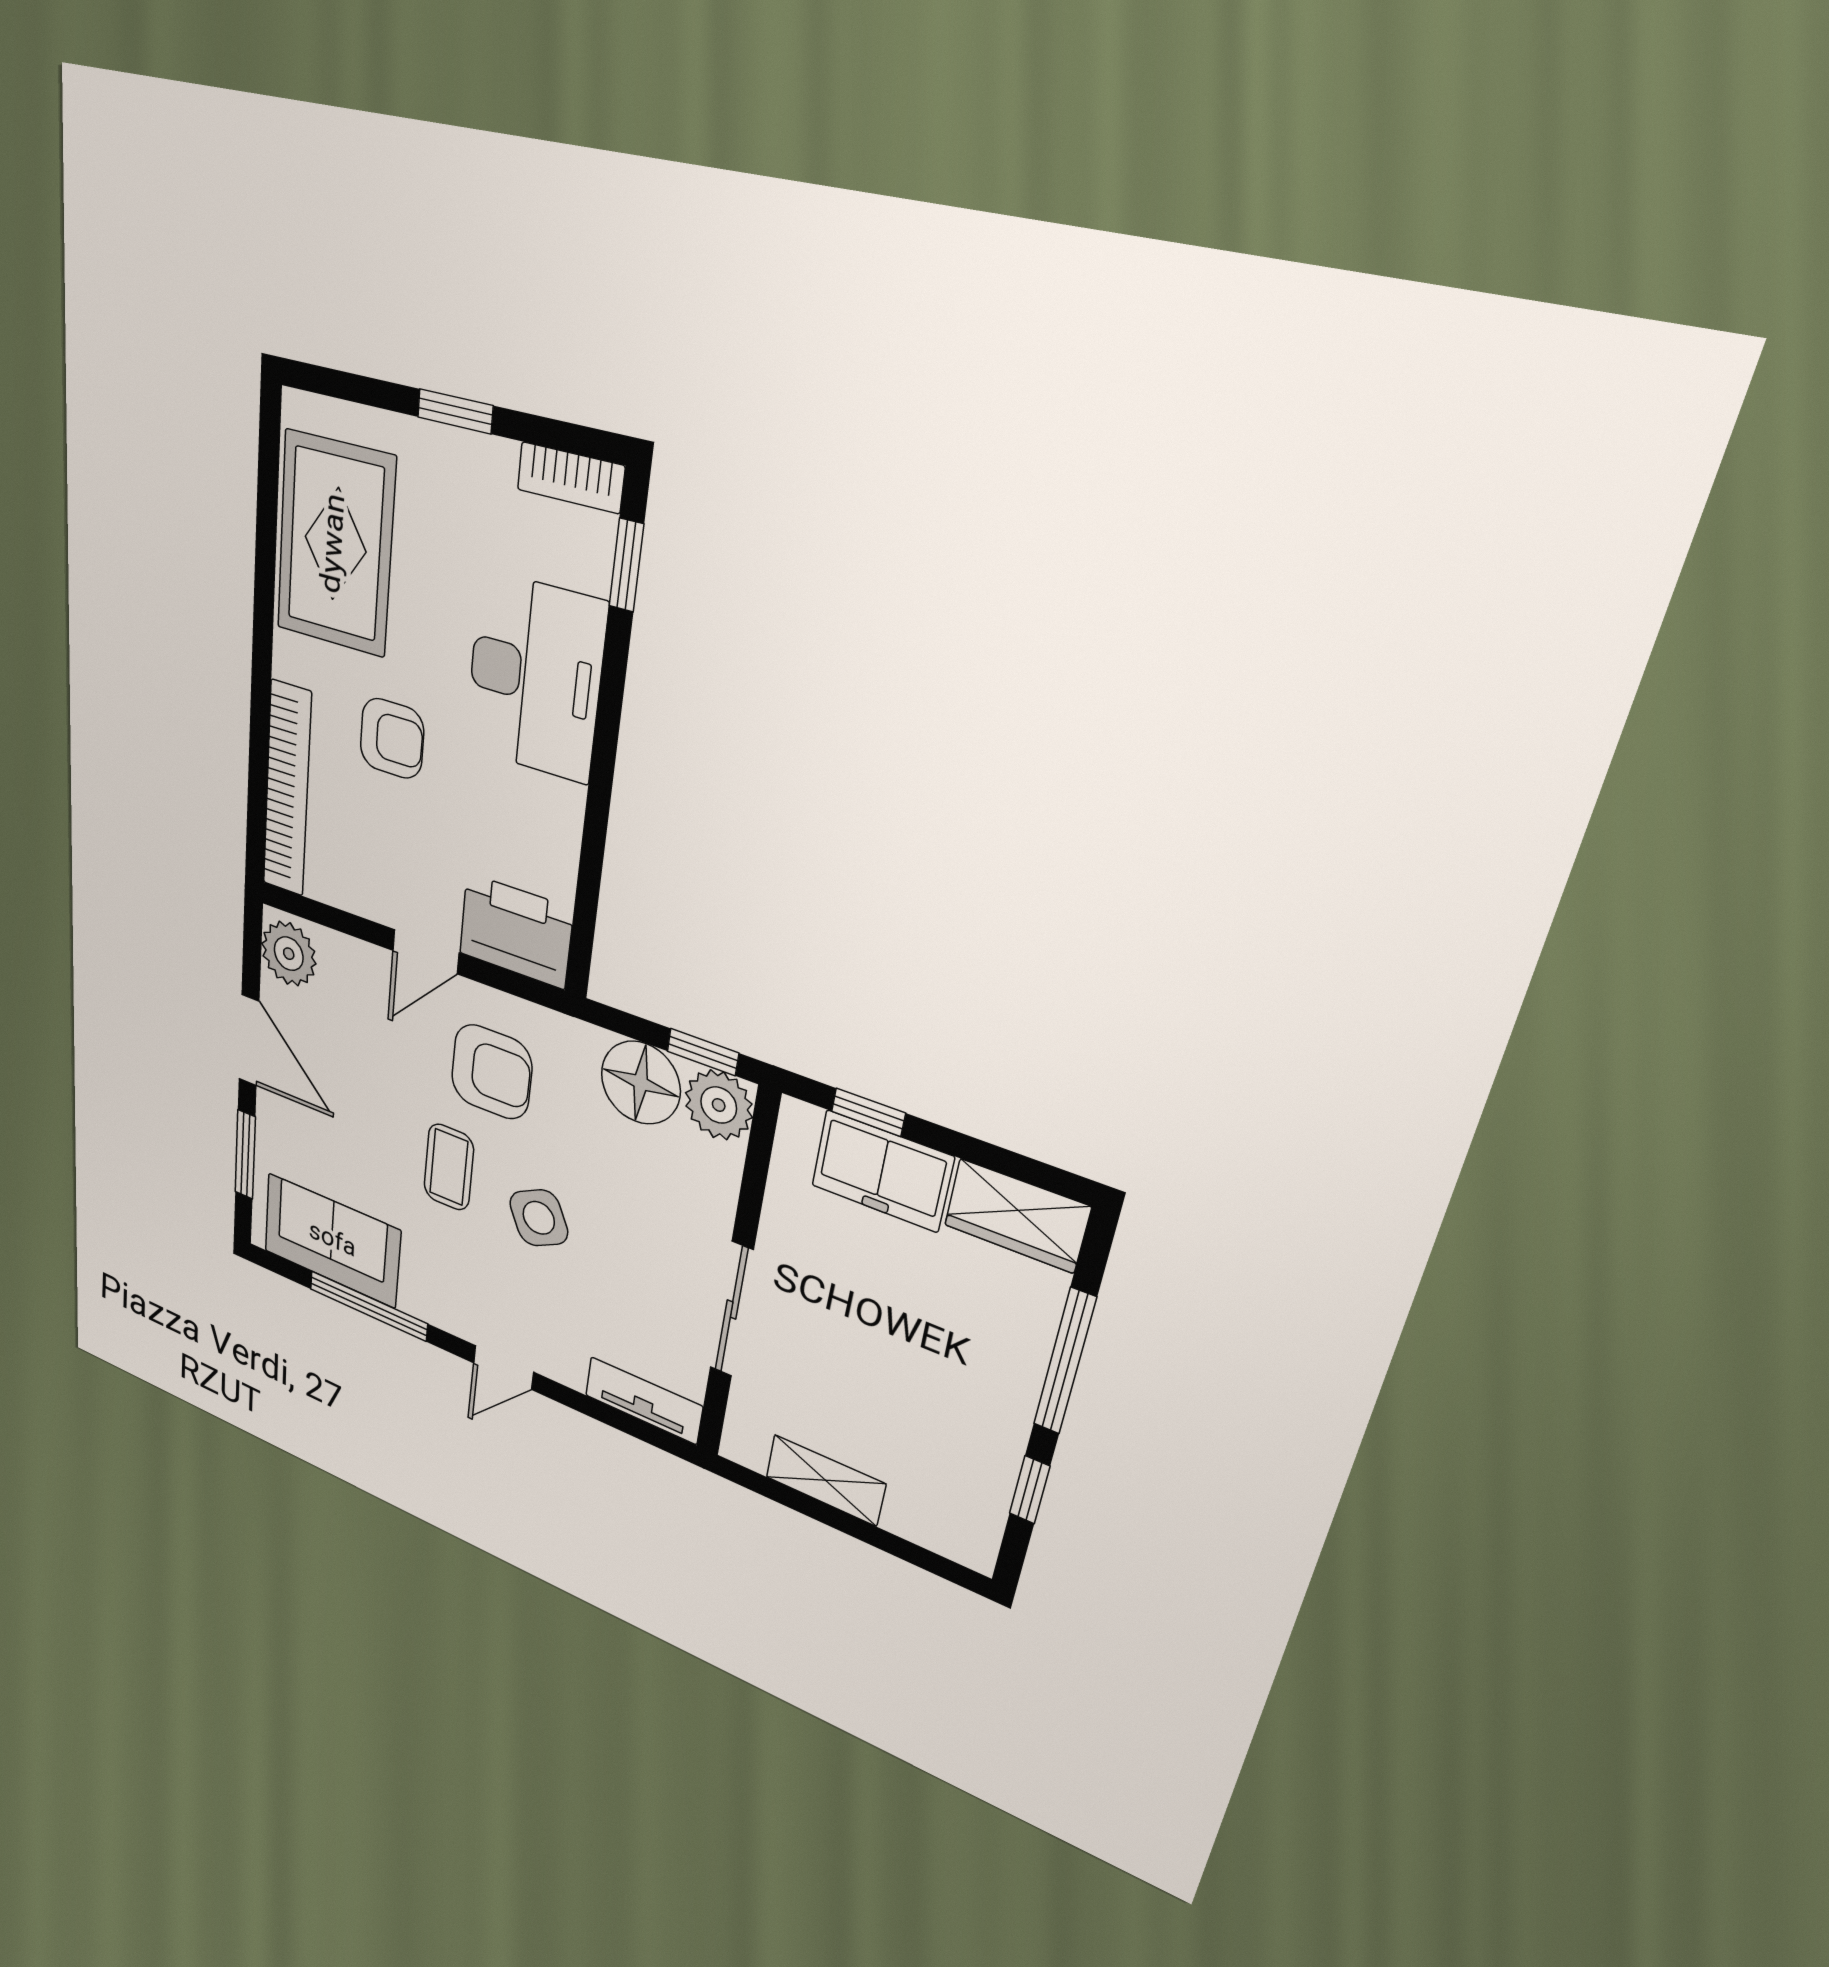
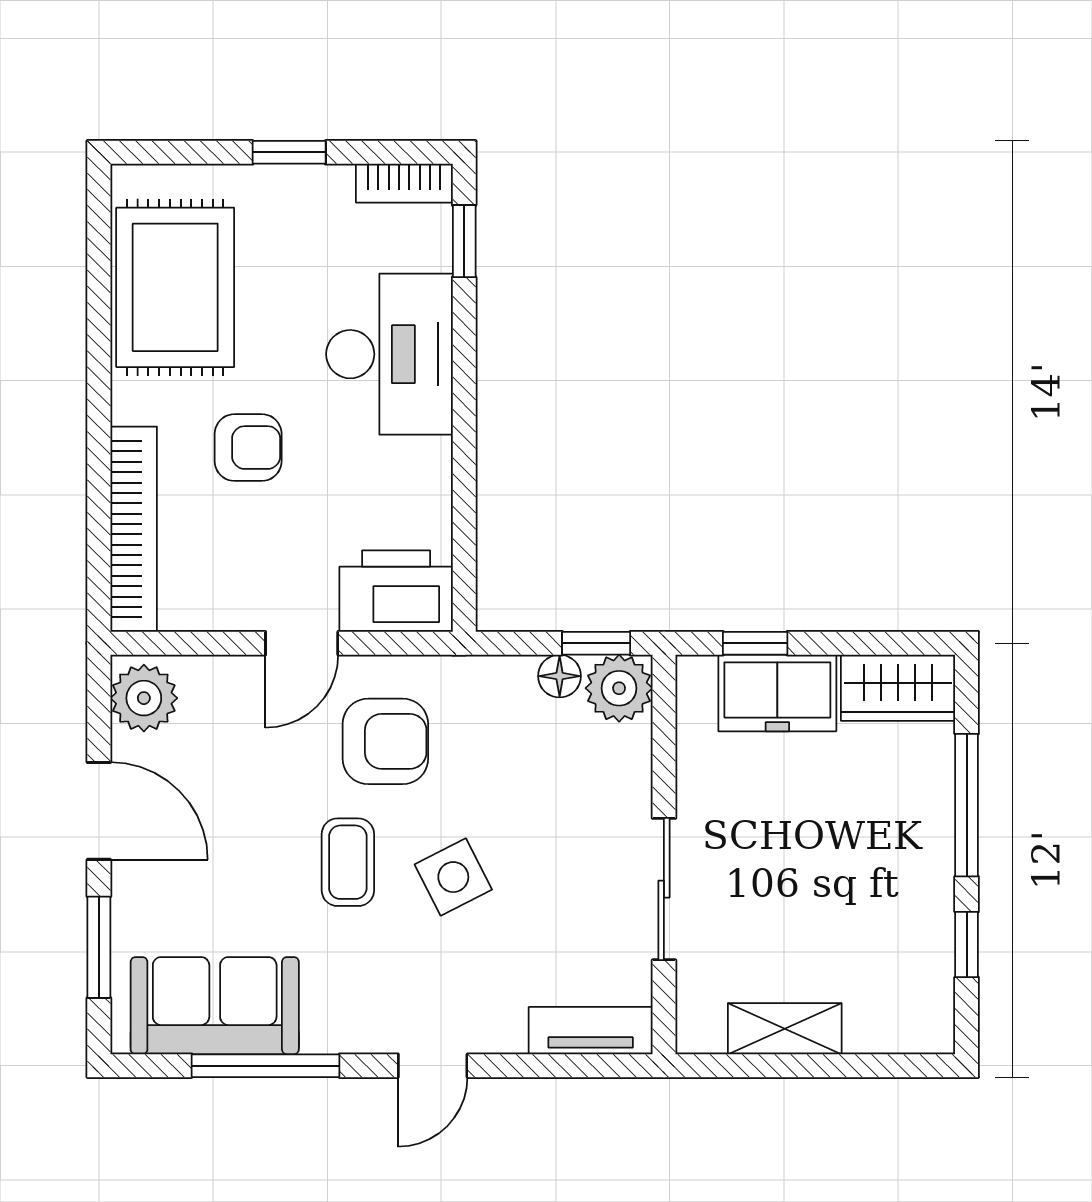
floor lamp: (641, 1083) -> (560, 676), width x0.53, depth x0.53

